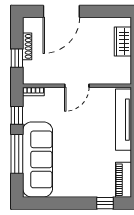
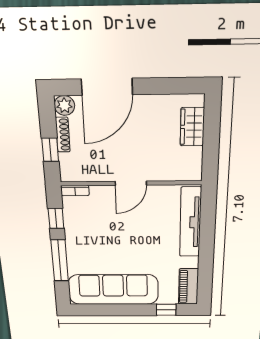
plant: (30, 24) -> (64, 105), added
sofa: (38, 159) -> (113, 290), moved, turned -90

